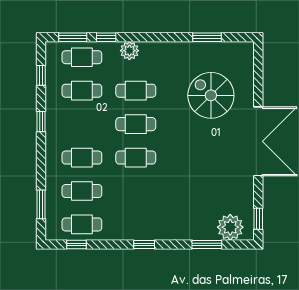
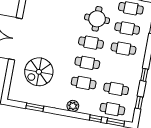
plant: (129, 51) -> (73, 106), moved
spiral stairs: (211, 95) -> (39, 72), turned 90
round table: (133, 198) -> (97, 19), added

